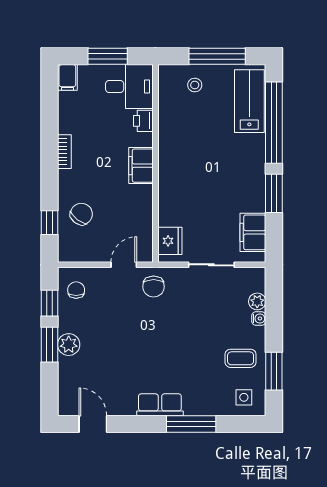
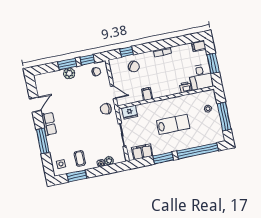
lab bench: (249, 101) -> (173, 124), moved
filing cabinet: (141, 166) -> (147, 94), moved, width x0.50
door: (93, 424) -> (35, 105), moved

